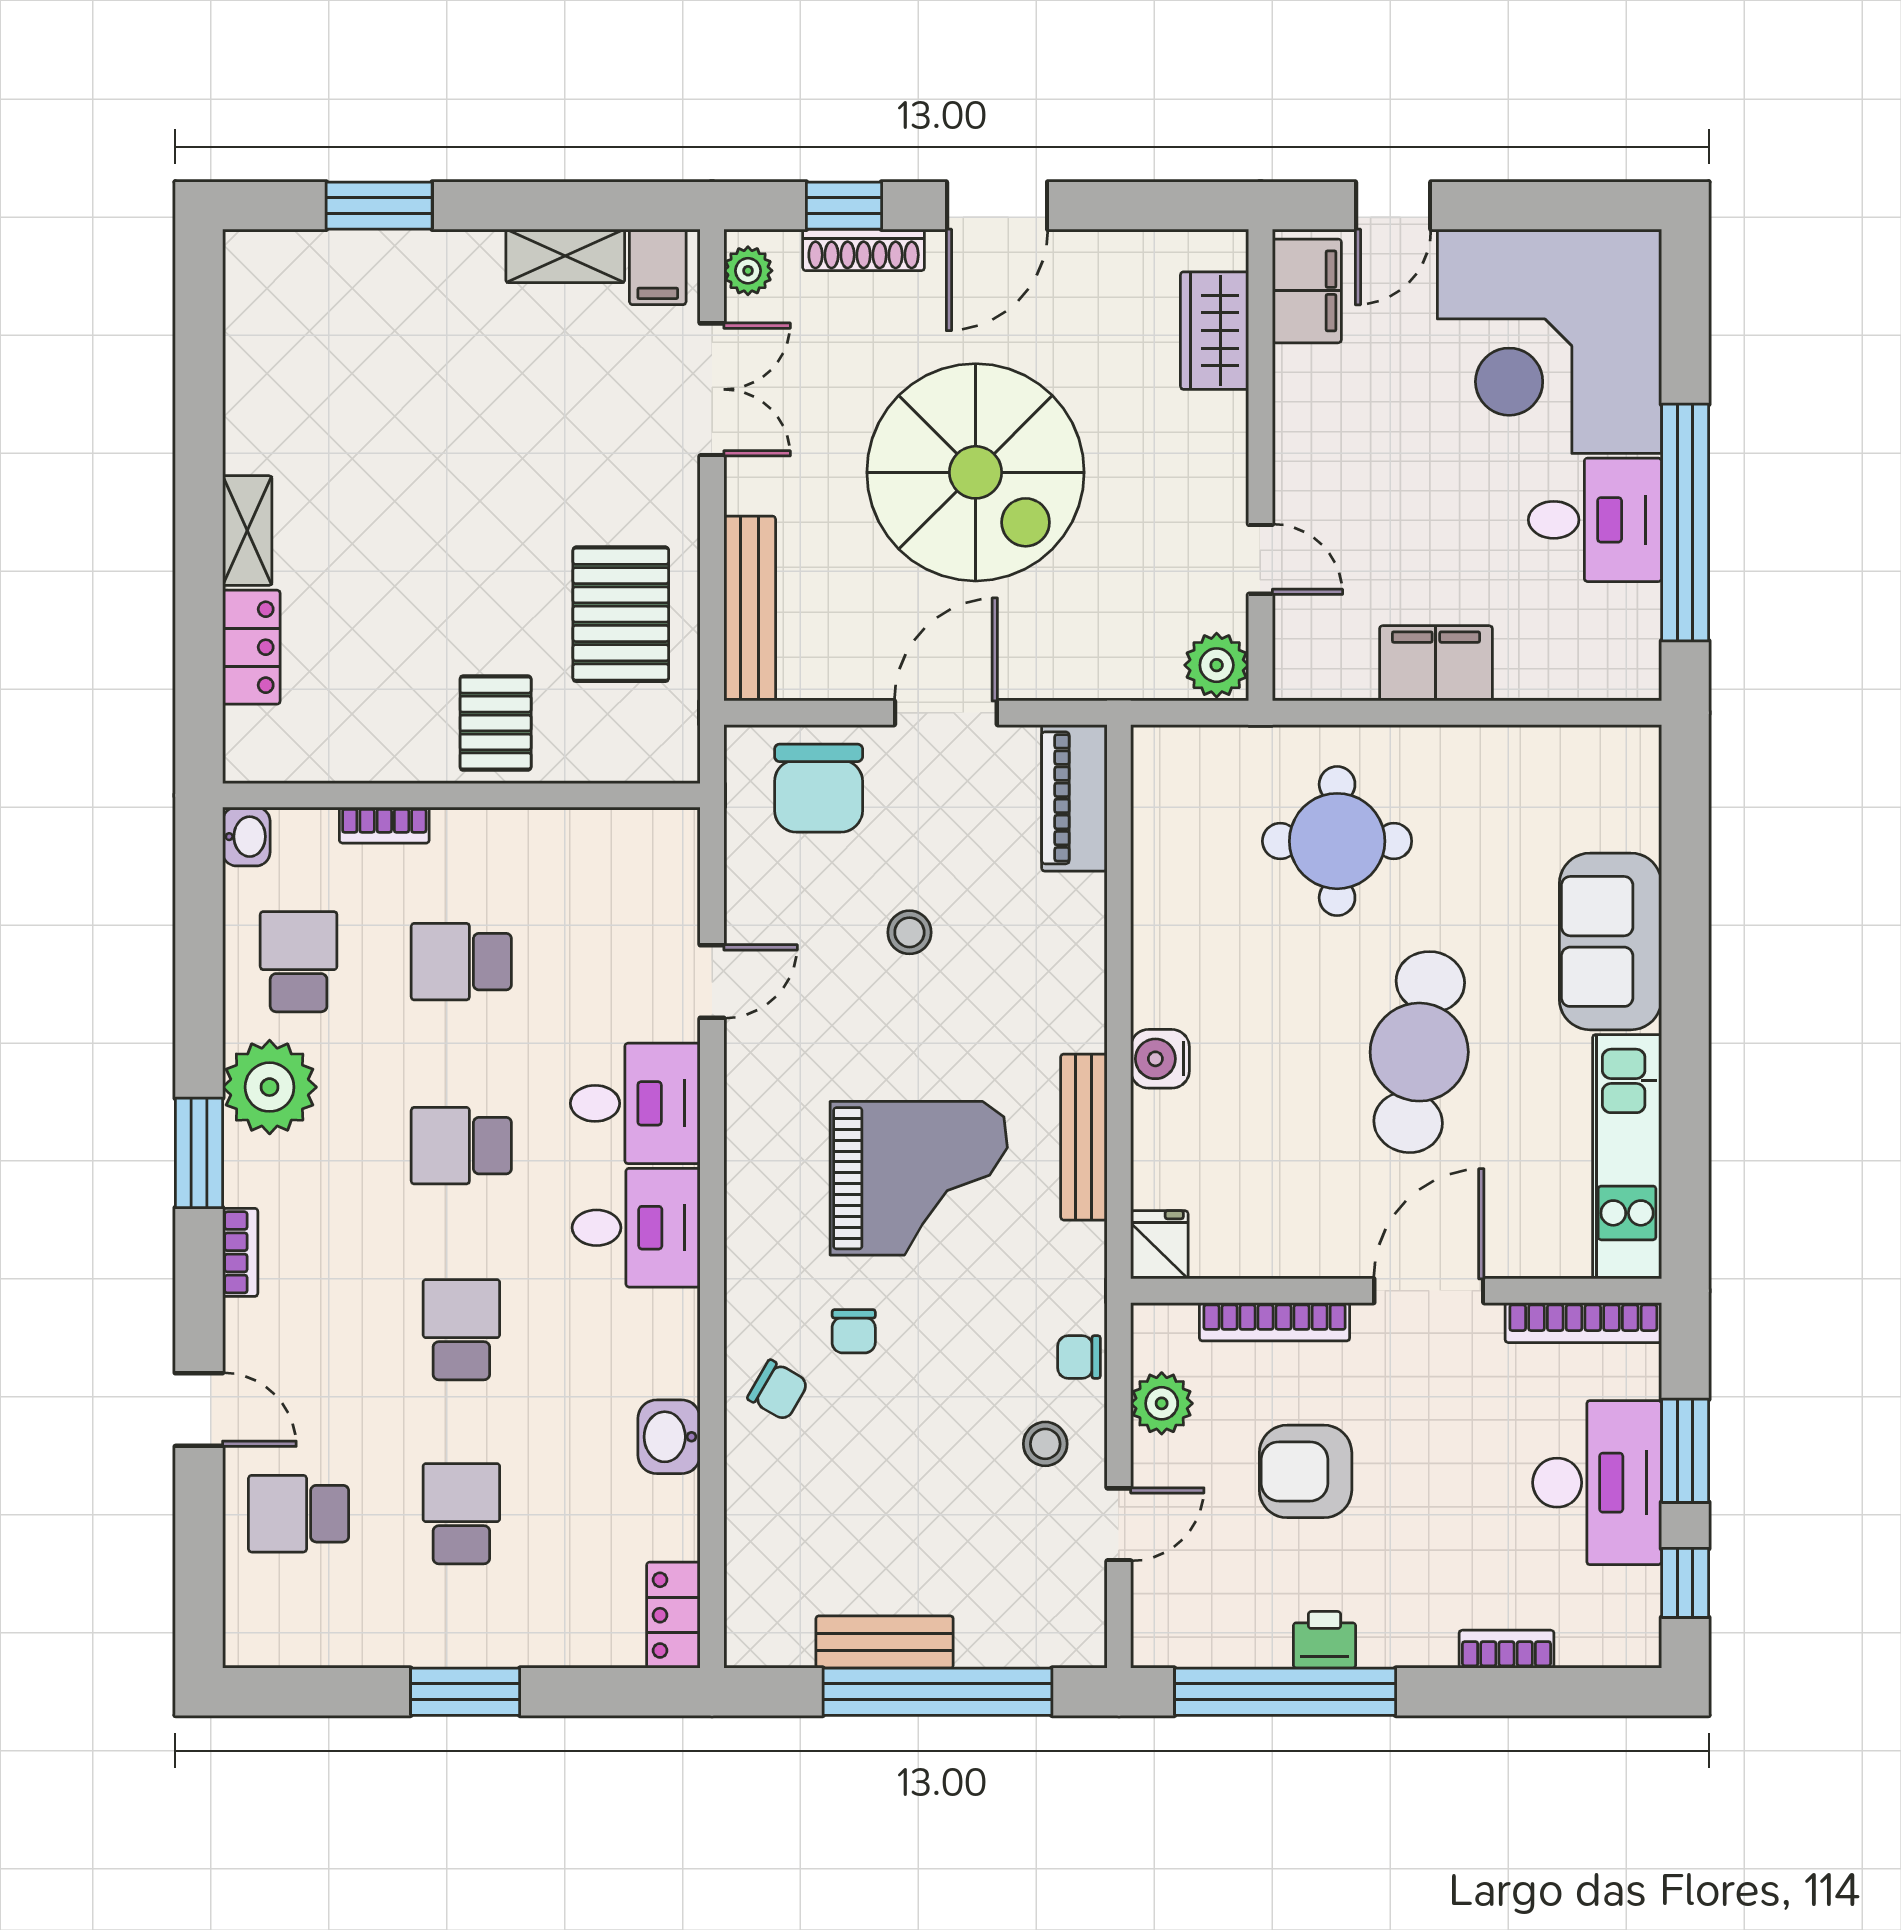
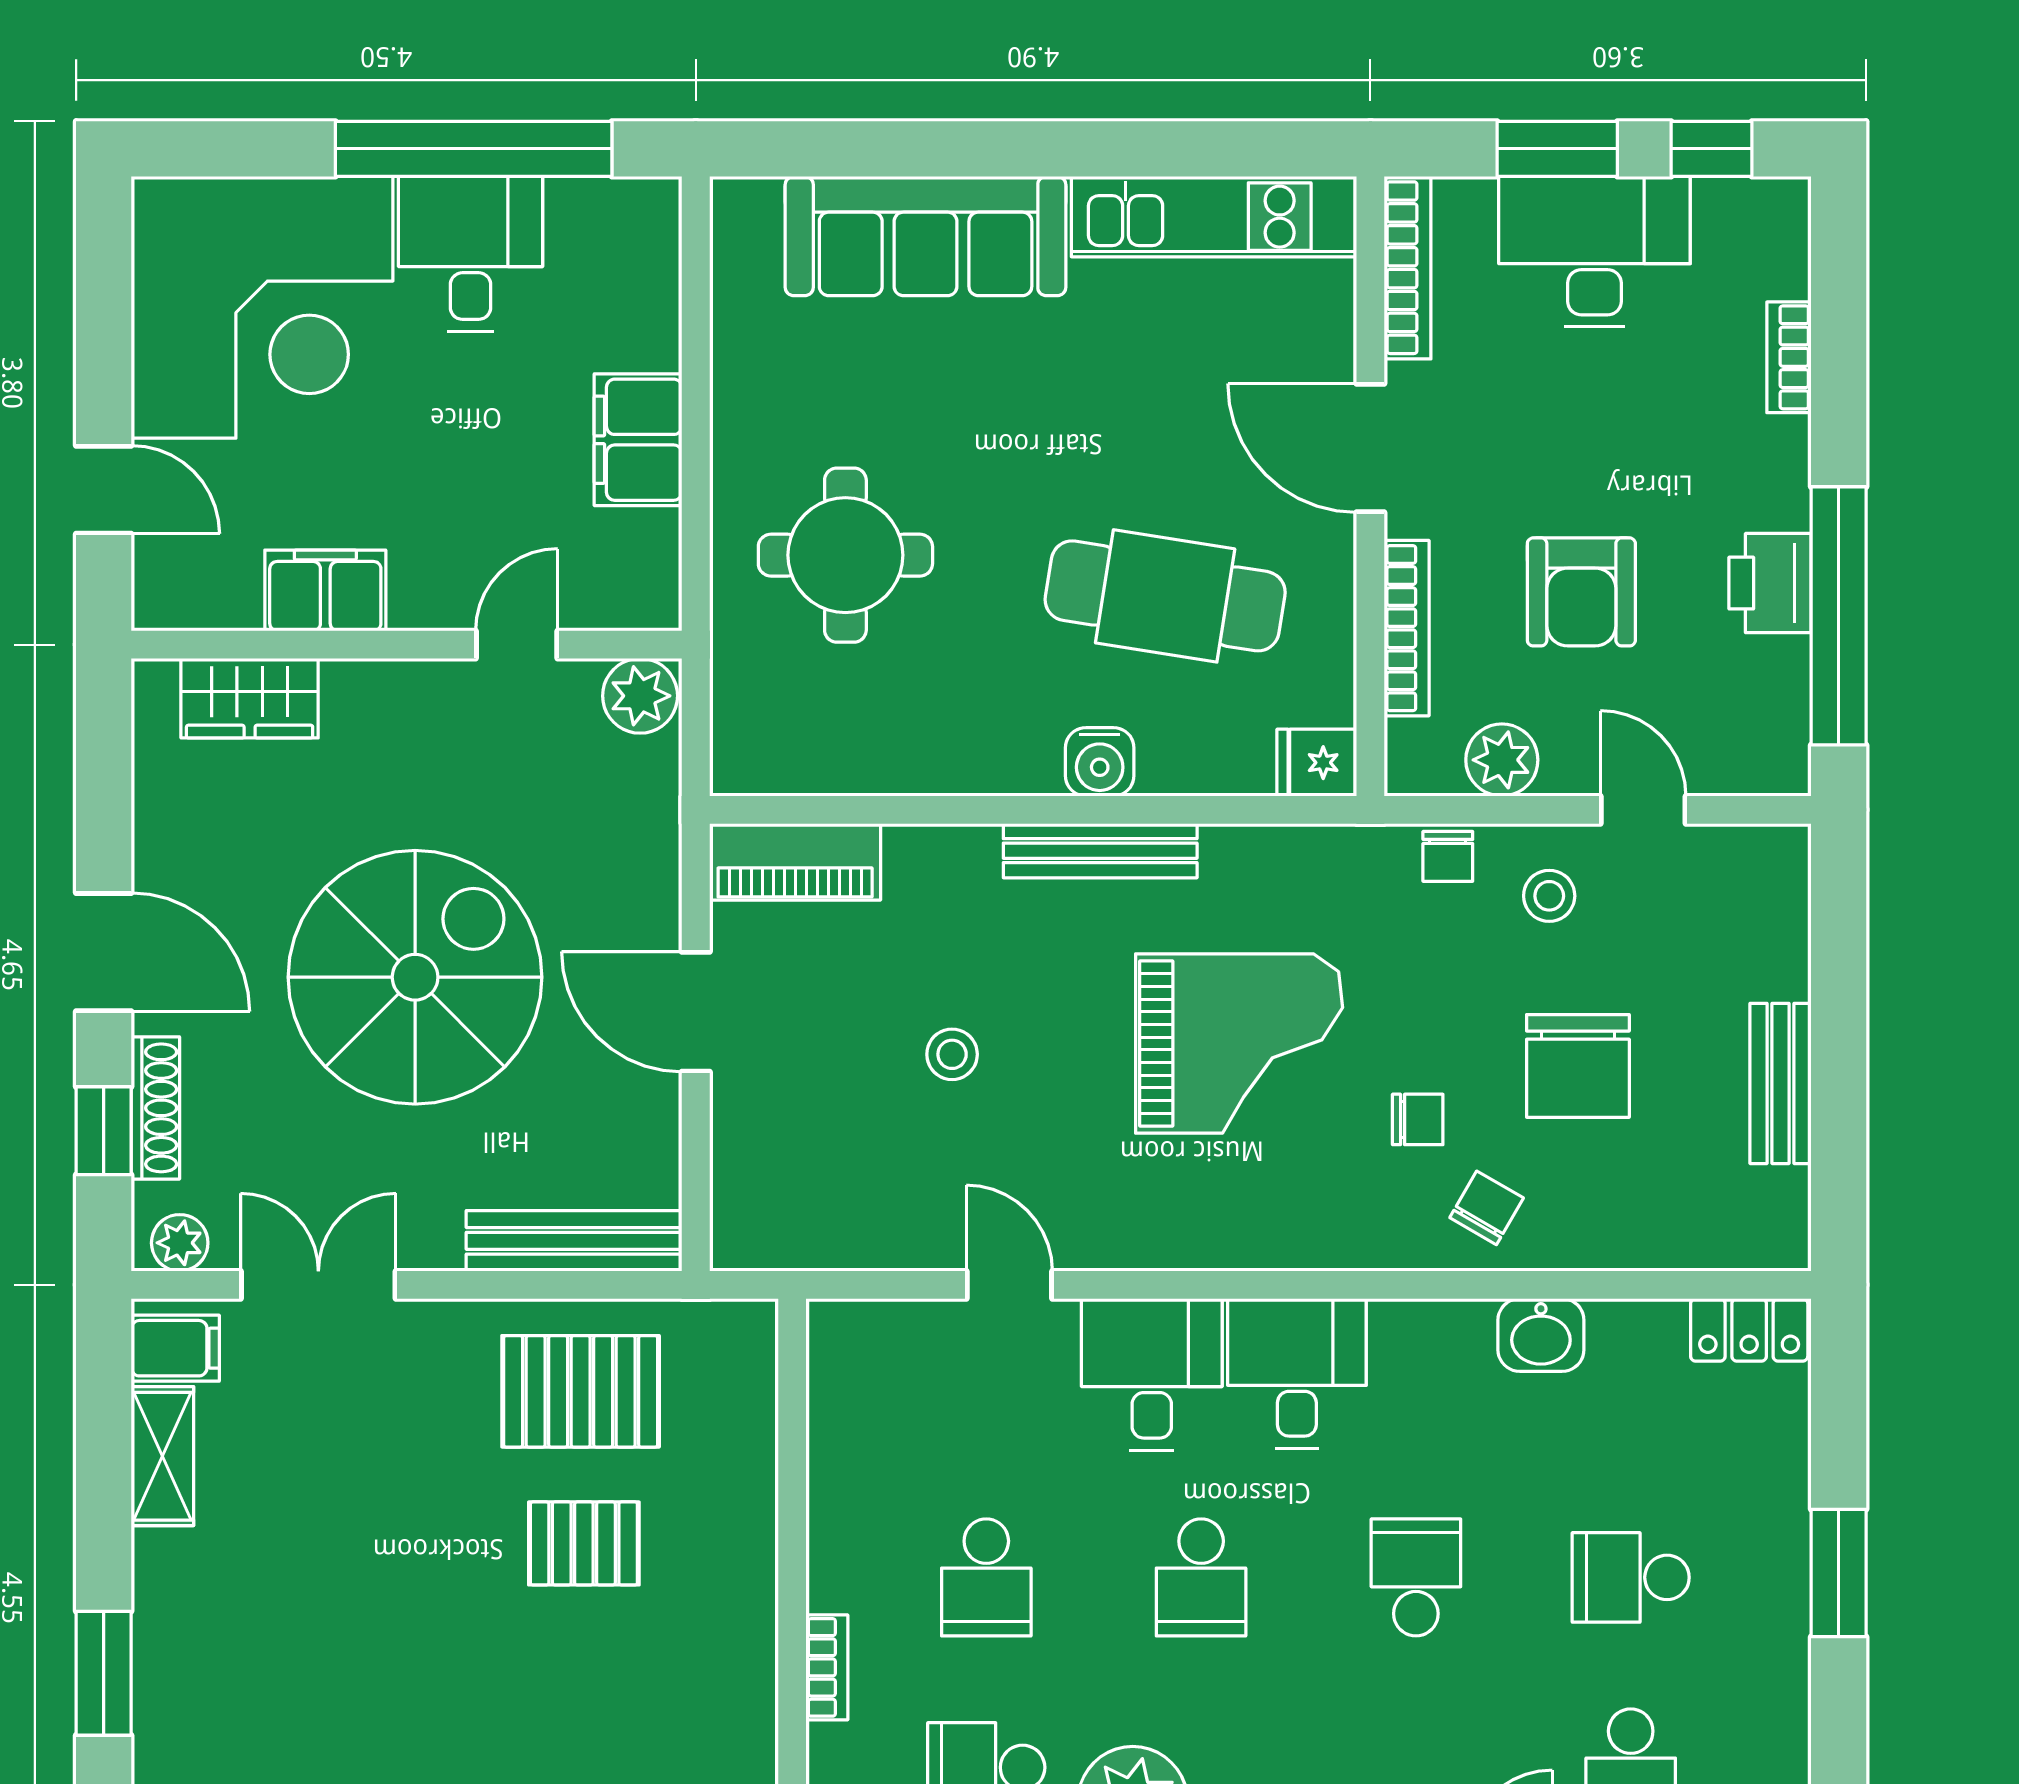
filing cabinet: (1307, 291) -> (325, 590), moved
pallet: (496, 723) -> (584, 1543), moved
chair: (819, 788) -> (1578, 1066), moved, turned 90
sofa: (1610, 941) -> (926, 236), width x1.36
cafe table: (1419, 1052) -> (1165, 596), moved
bench: (1084, 1137) -> (1100, 851), moved
grand piano: (919, 1178) -> (1239, 1043), turned 90
school desk: (461, 1330) -> (1416, 1577), turned 90
printer: (1324, 1640) -> (1770, 583), width x1.36, depth x1.24
window: (937, 1692) -> (1839, 1022), removed

